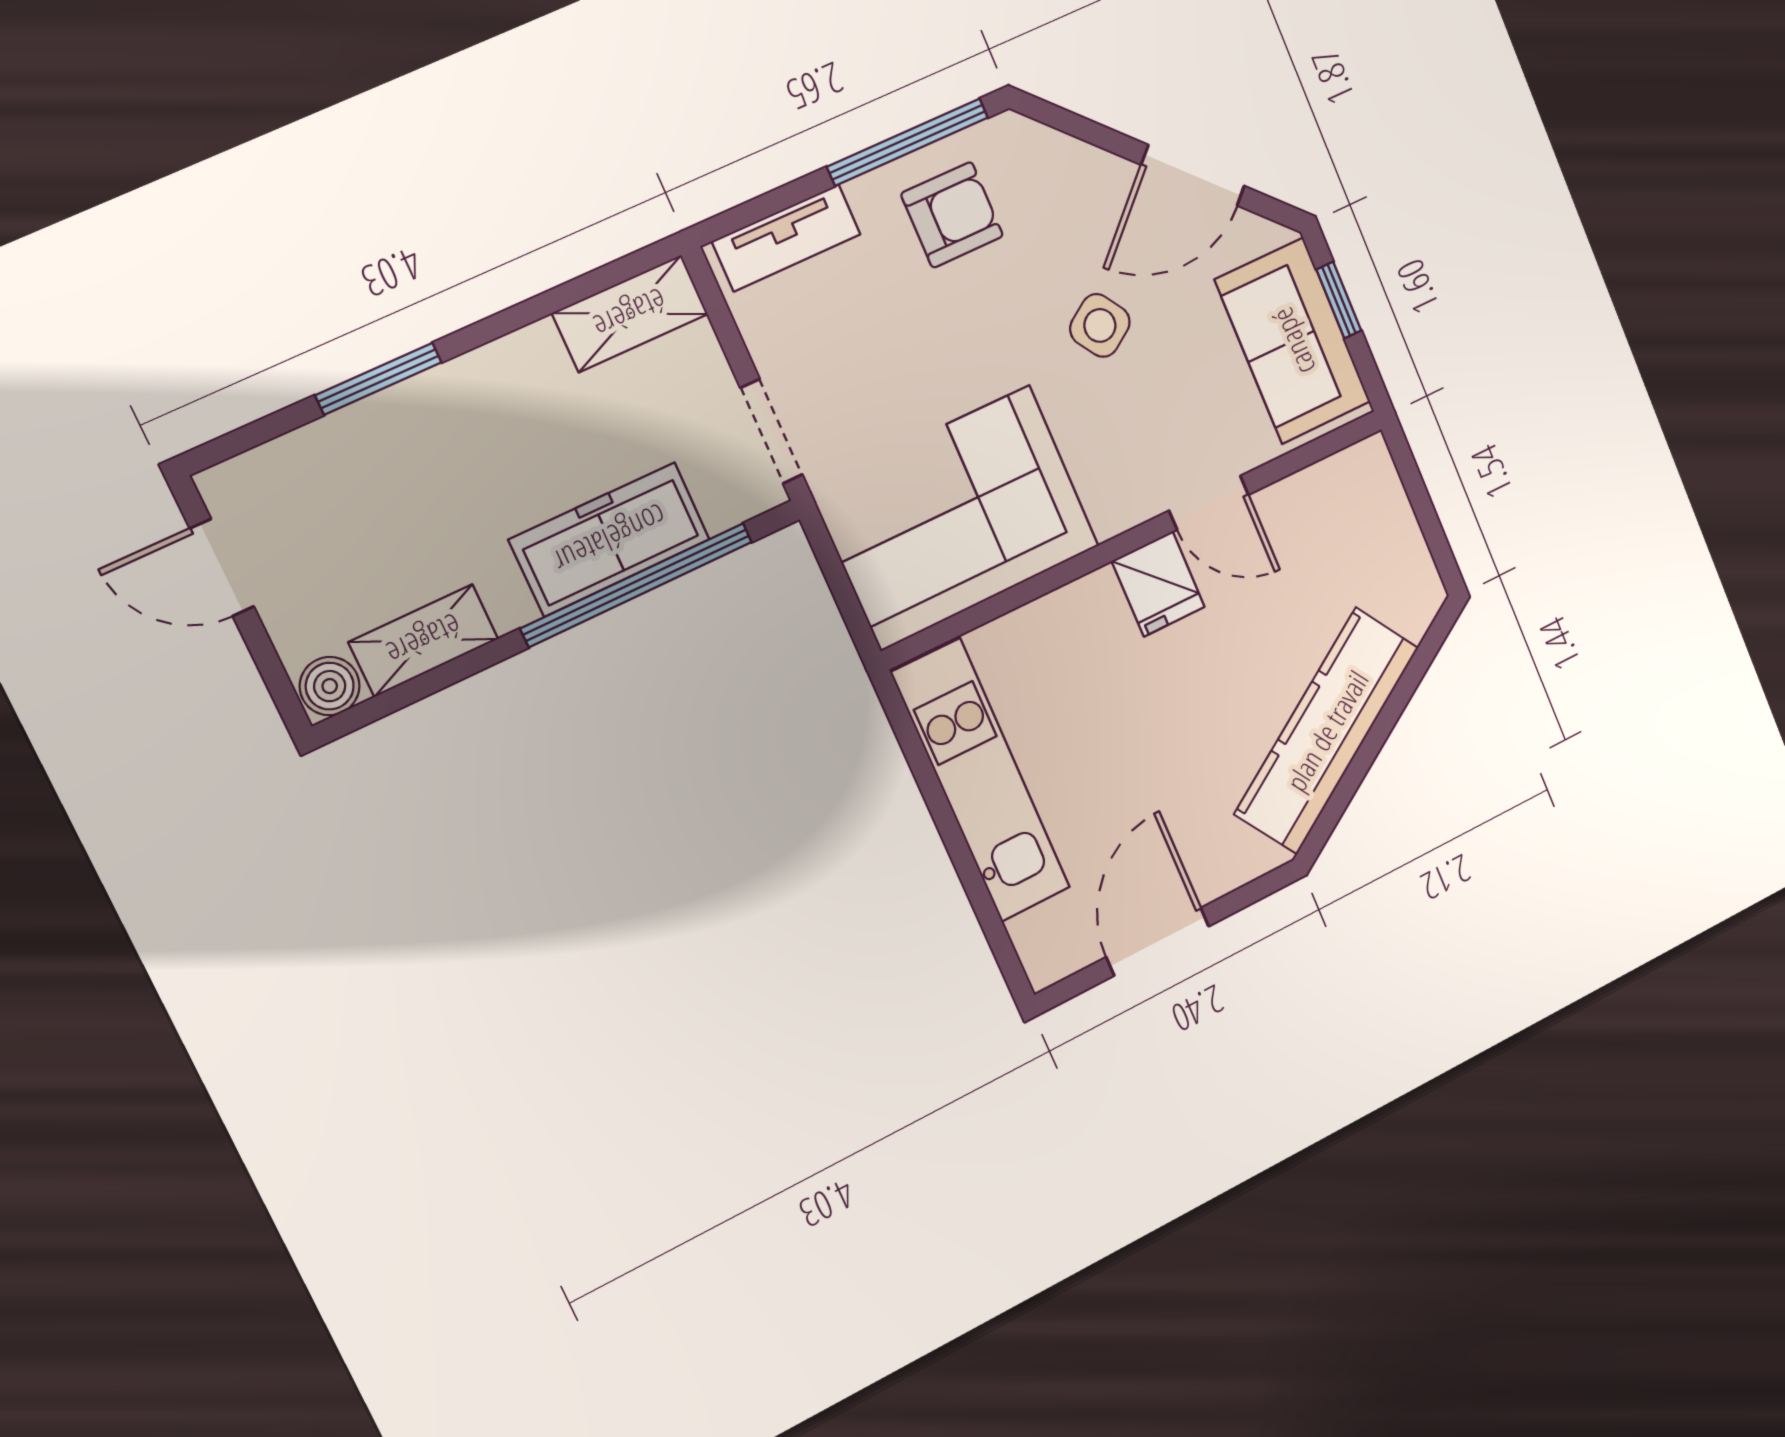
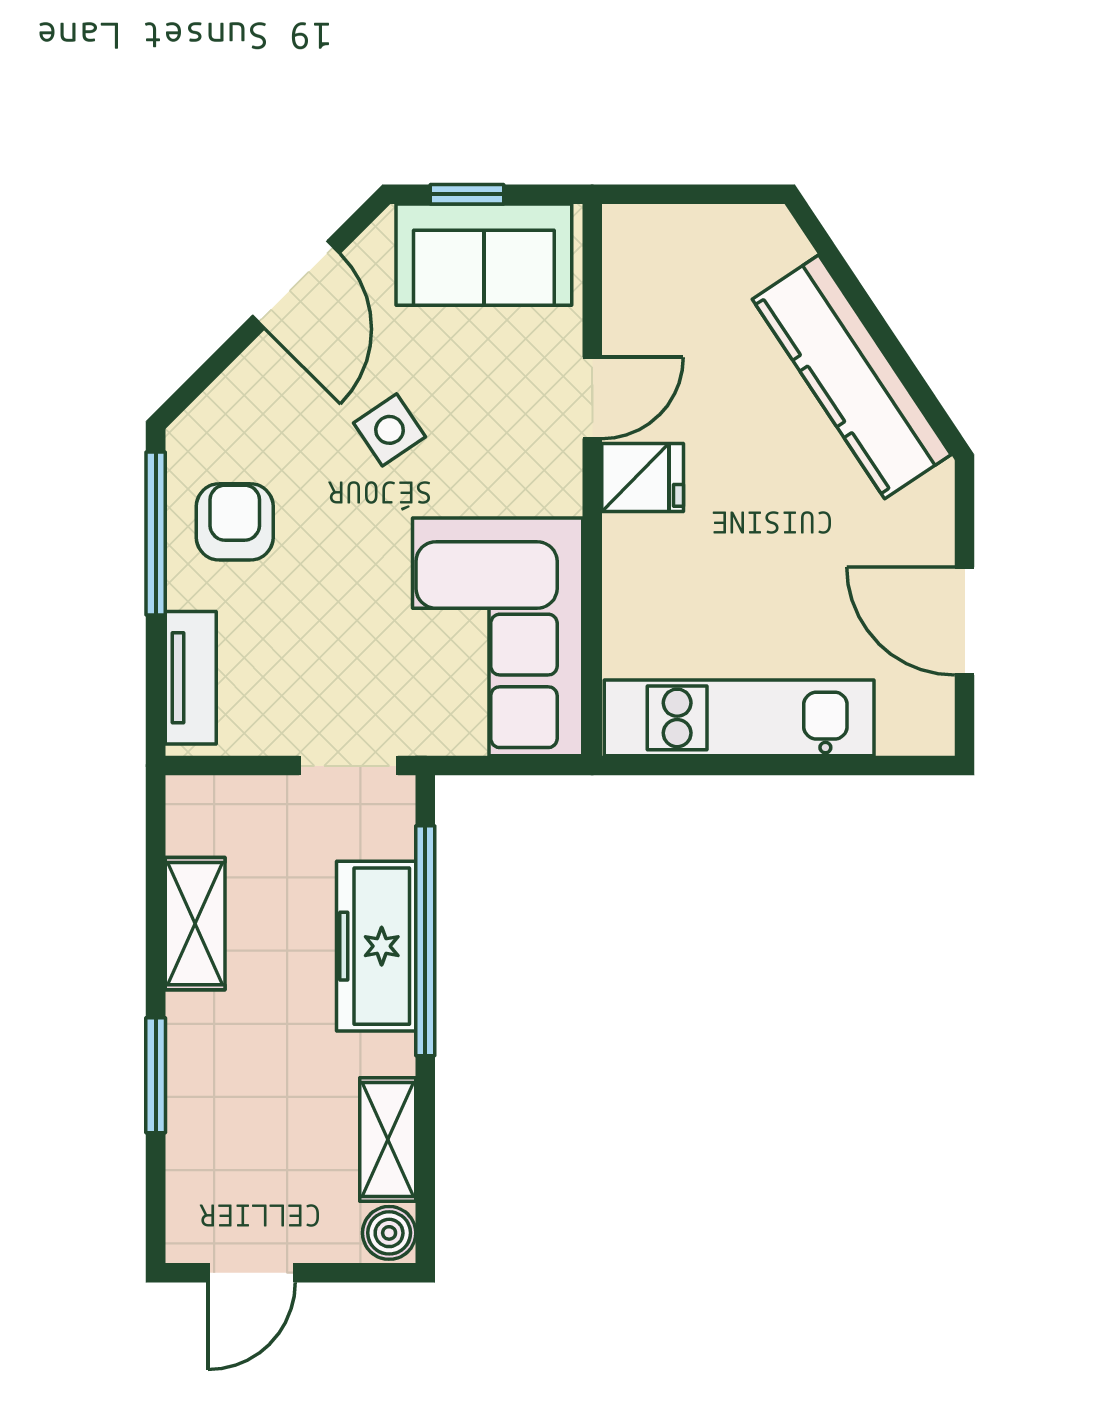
shelving: (630, 314) -> (195, 924), moved

